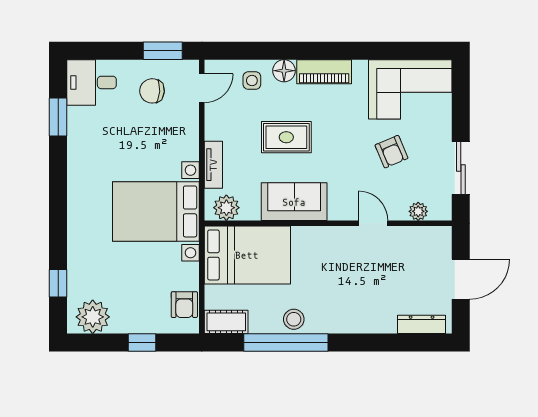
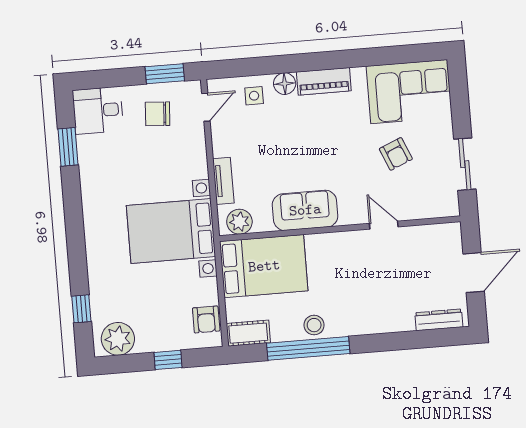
rug: (286, 137) -> (292, 148), removed
plant: (418, 211) -> (427, 210), removed

